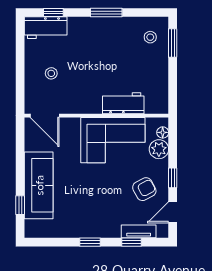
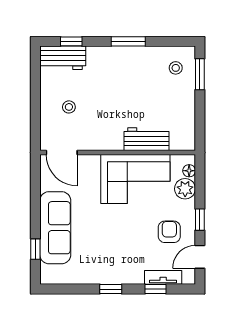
armchair: (144, 189) -> (169, 232), turned -62

